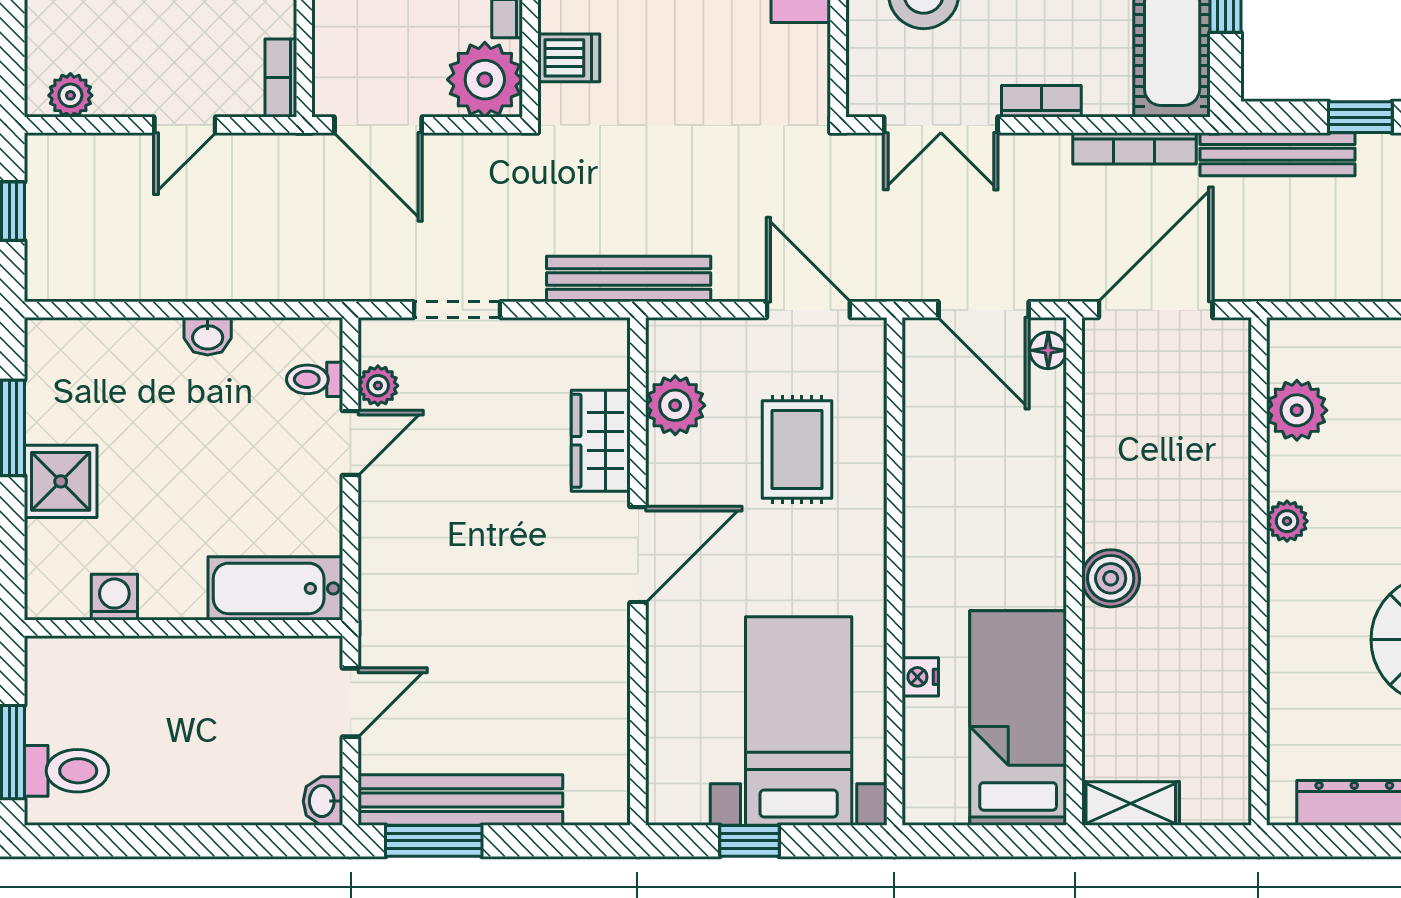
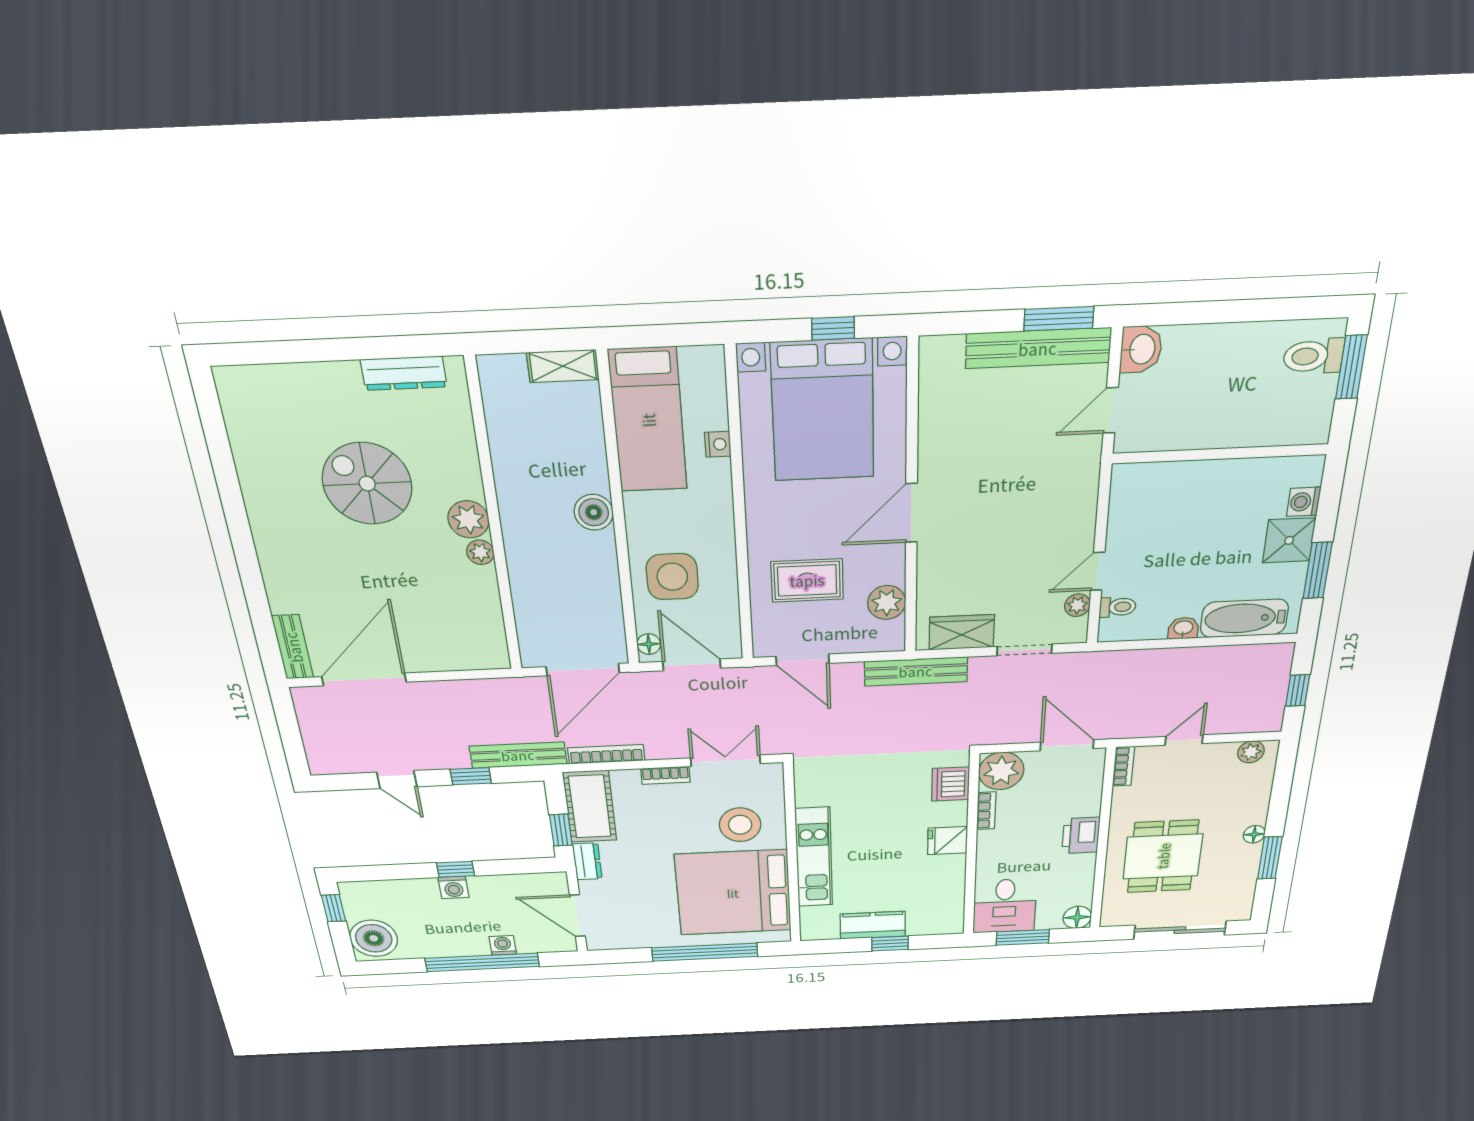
dishwasher: (569, 58) -> (951, 784), width x1.38
plant: (1297, 410) -> (468, 519), moved
wardrobe: (601, 441) -> (962, 632), moved, turned -90
rug: (797, 449) -> (807, 580), turned 90
side table: (1002, 466) -> (672, 577), added
bathtub: (275, 588) -> (1244, 618), moved, turned 180
washing machine: (114, 597) -> (1304, 502), moved, turned 90
bed with nightstands: (799, 721) -> (823, 411), width x1.36
washbasin: (323, 801) -> (1141, 349), width x1.38, depth x1.45

